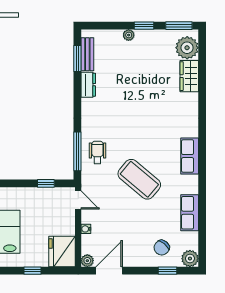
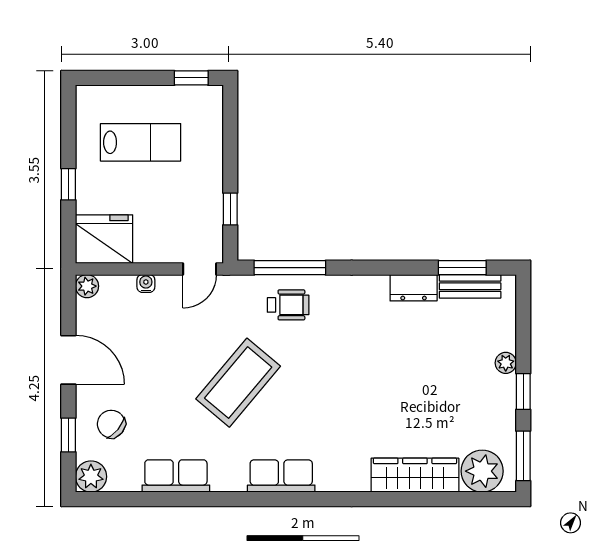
wardrobe: (189, 76) -> (415, 475), width x1.50
door: (109, 271) -> (68, 360), moved

